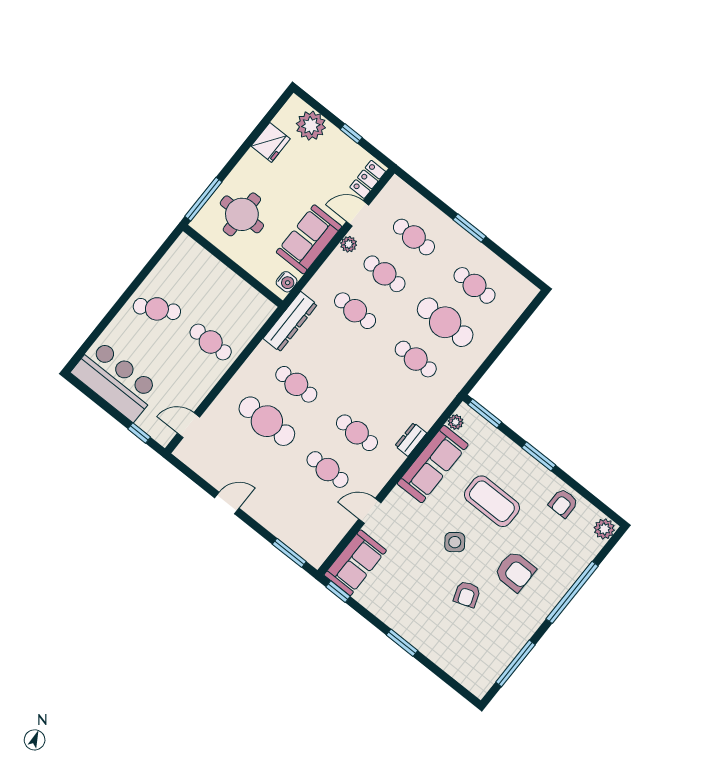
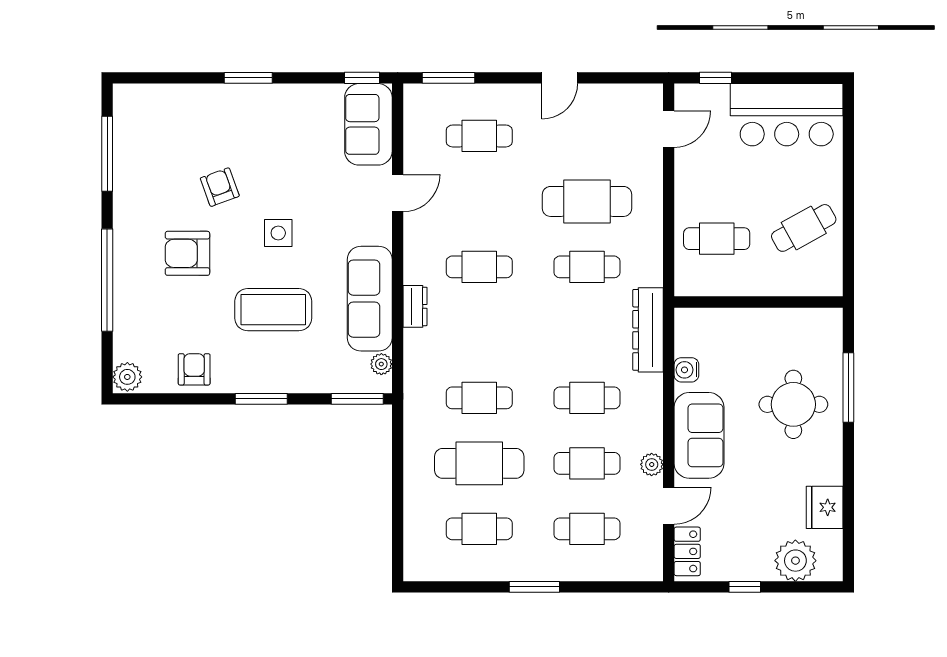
wall: (233, 266) -> (759, 302), moved
cafe table: (328, 470) -> (479, 136), moved
side table: (455, 542) -> (278, 233), turned 37

